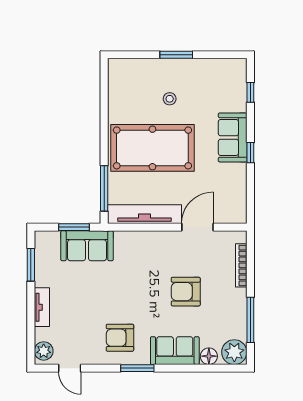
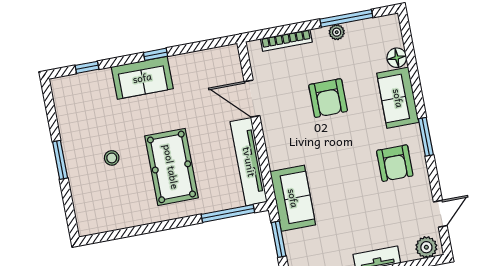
pool table: (152, 148) -> (171, 167), width x0.73, depth x0.76
sofa: (87, 246) -> (293, 198), moved
plant: (234, 352) -> (337, 32), moved, width x0.53, depth x0.53

